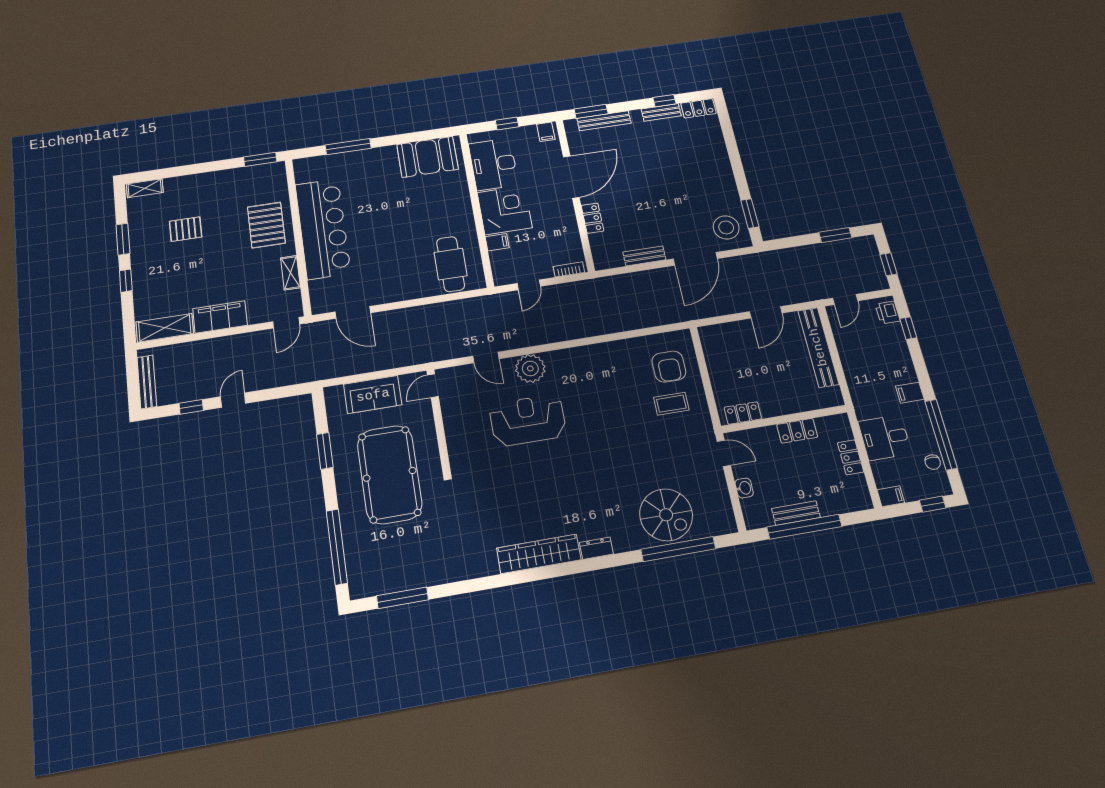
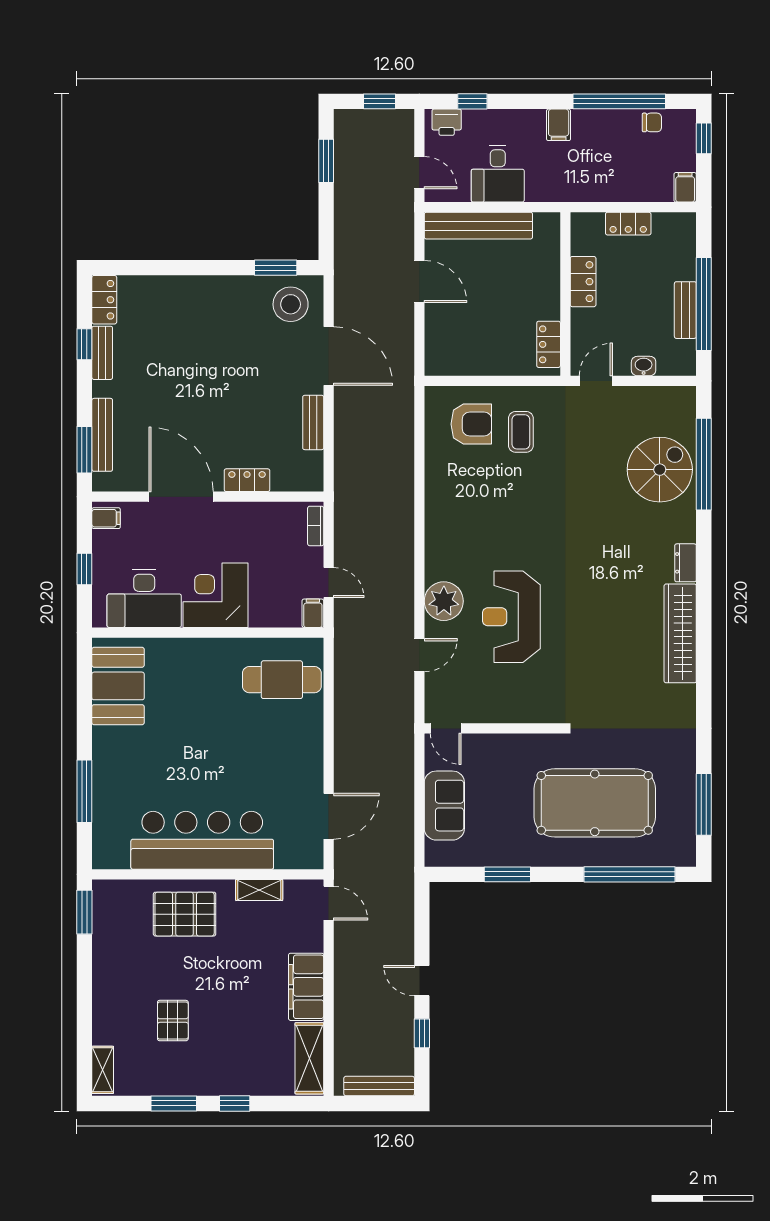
filing cabinet: (497, 242) -> (313, 613), moved
desk: (885, 438) -> (498, 174), moved
pool table: (390, 474) -> (595, 803), moved

